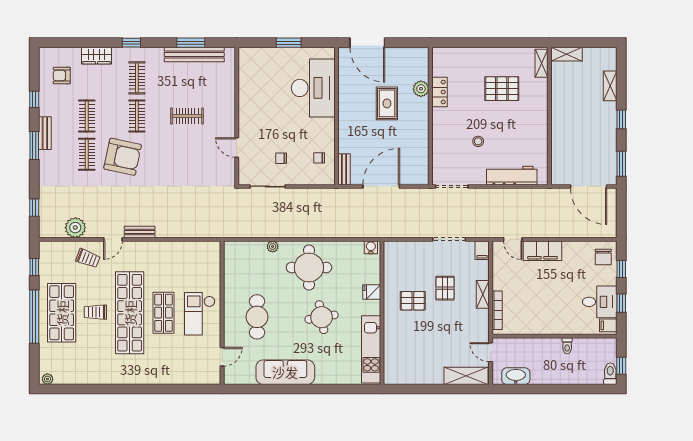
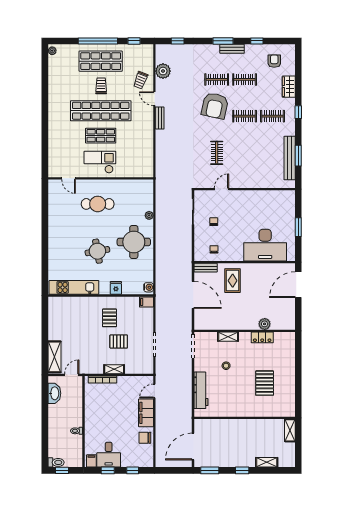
shelving: (541, 63) -> (228, 337), moved
rug: (387, 103) -> (233, 281), moved, turned 90
clothes rail: (187, 116) -> (217, 153), moved
filing cabinet: (482, 250) -> (146, 302), moved
chair: (603, 257) -> (145, 438), moved
sofa: (285, 372) -> (57, 225), removed

